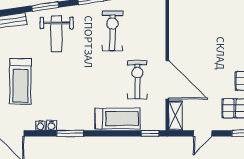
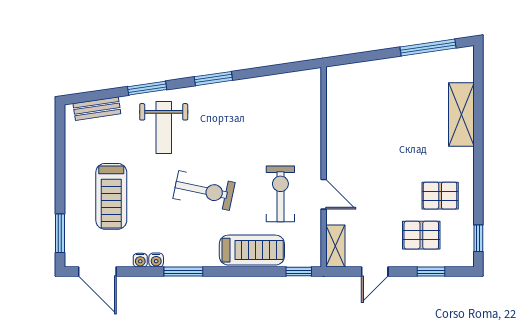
exercise bike: (112, 31) -> (204, 190), moved, turned 102
door: (167, 80) -> (324, 194), width x0.53

